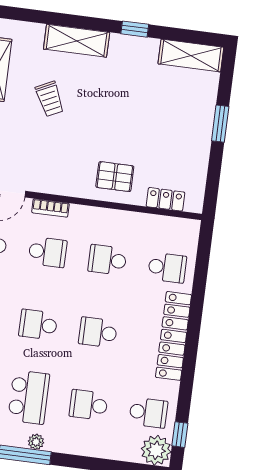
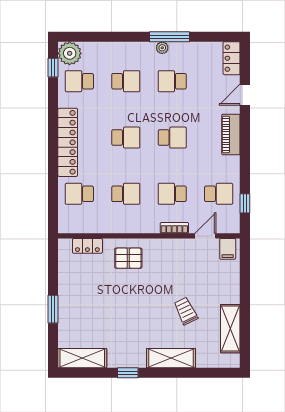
school desk: (29, 397) -> (172, 81), width x0.54

